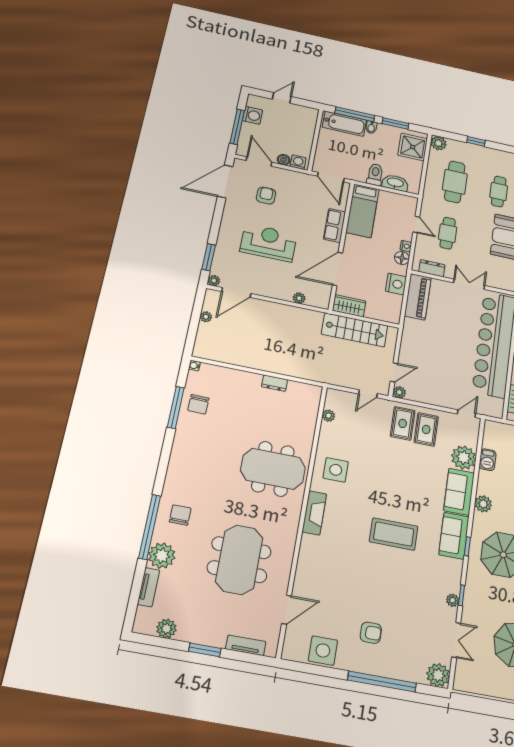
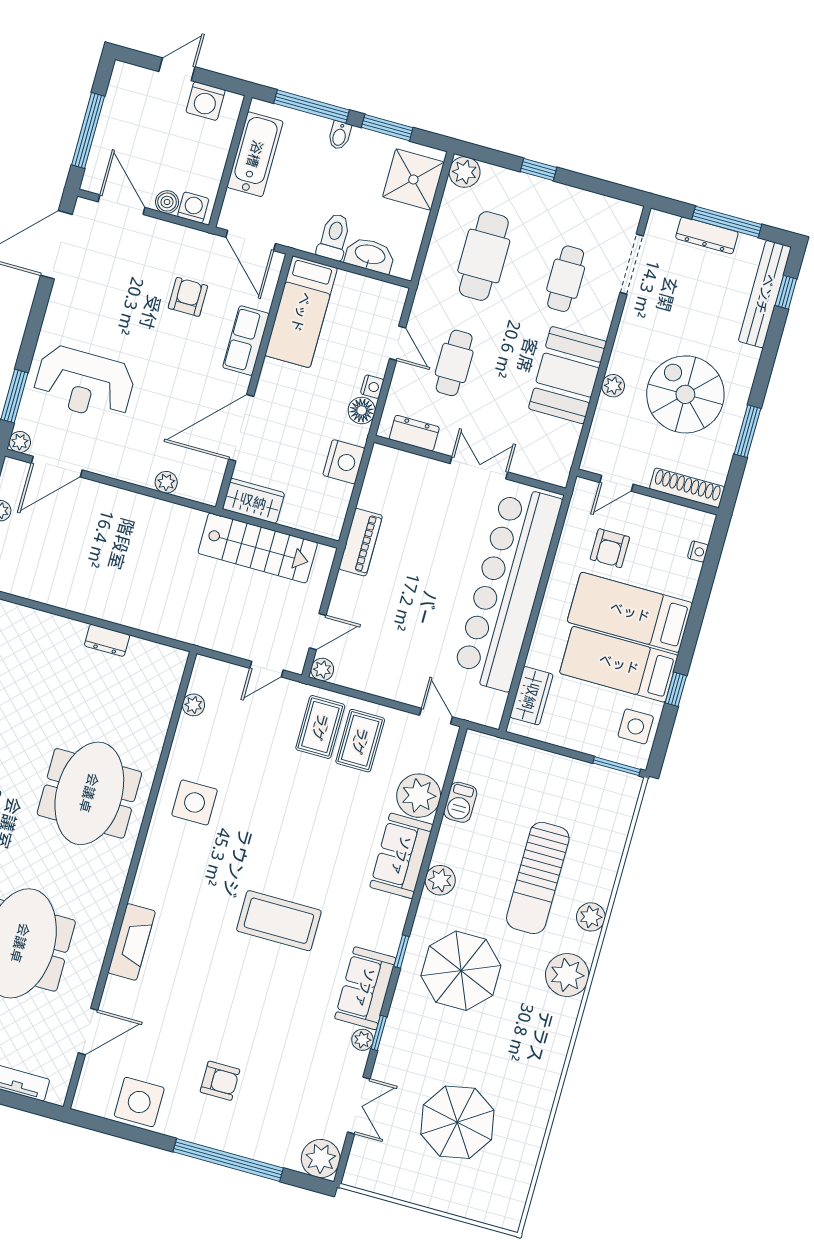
washing machine: (253, 115) -> (206, 101), moved, turned 90
bathtub: (344, 124) -> (255, 154), moved, turned -90
armchair: (266, 196) -> (188, 297), moved
reception desk: (268, 243) -> (84, 383), moved, turned 180
piano: (418, 297) -> (361, 542), moved, width x0.73, depth x0.75
door: (466, 414) -> (436, 716), hinge flipped
meeting table: (273, 469) -> (89, 793), turned 90
fireplace: (314, 513) -> (132, 942), moved
sofa: (454, 536) -> (365, 988), moved

